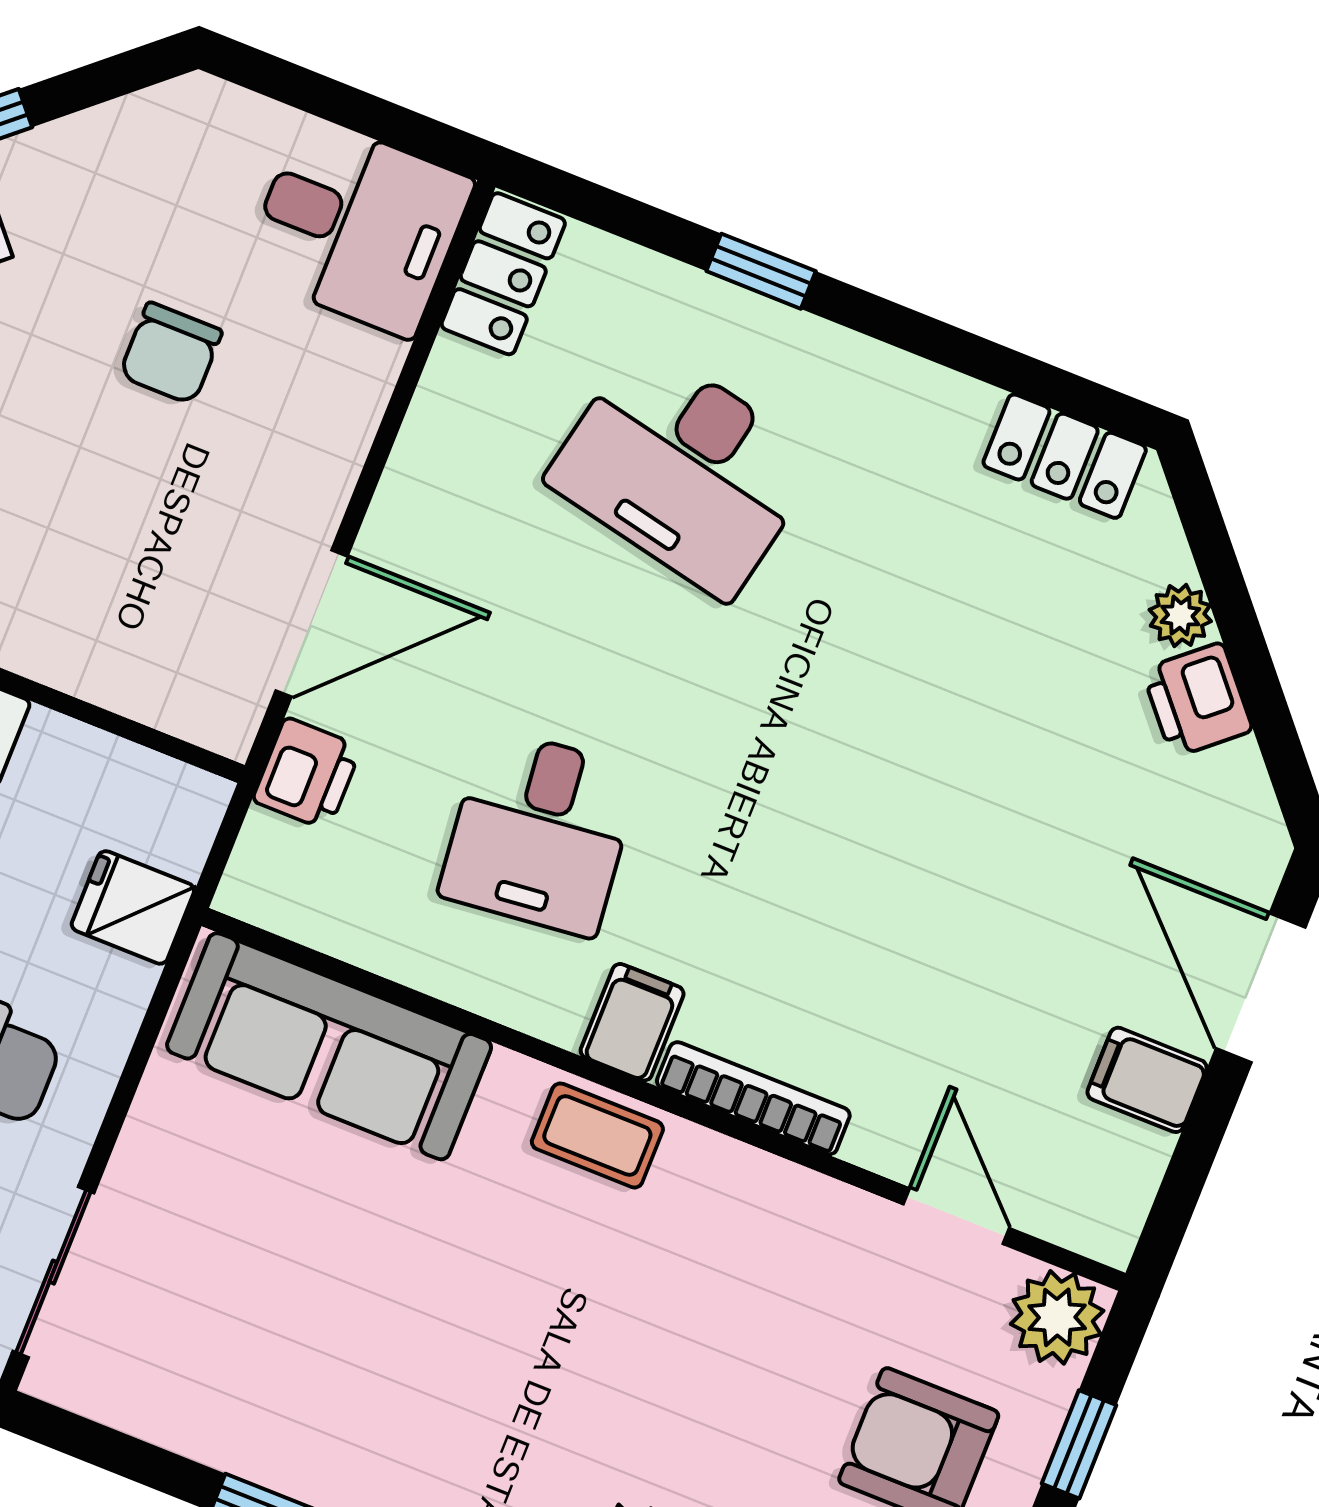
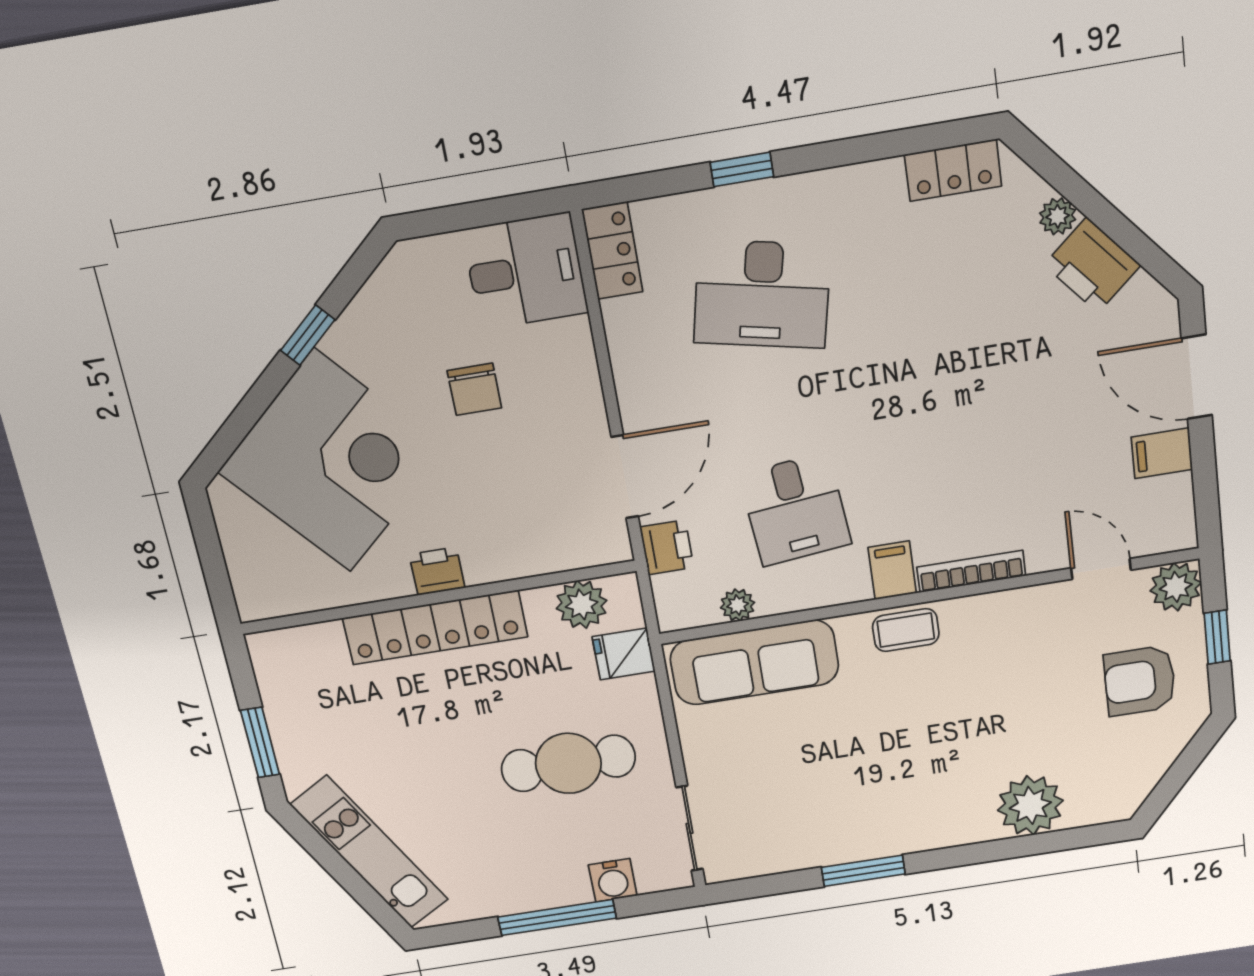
printer: (1197, 700) -> (1092, 265), width x1.36, depth x1.24
plant: (118, 786) -> (582, 604), added
plant: (359, 934) -> (738, 605), added

